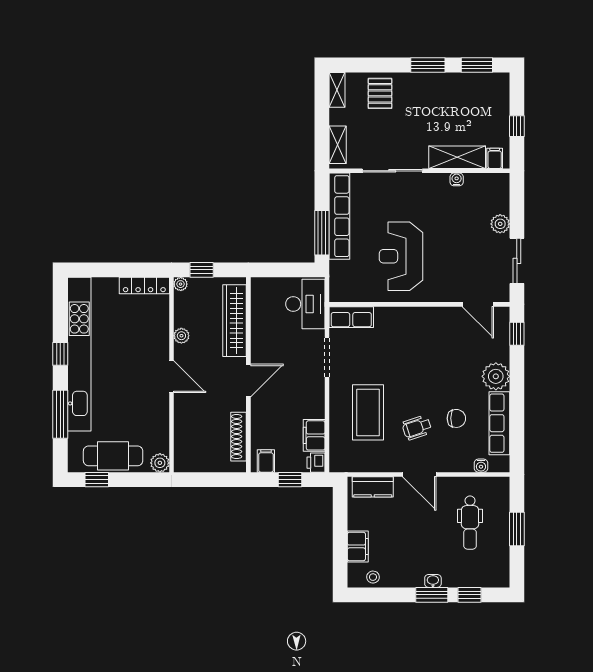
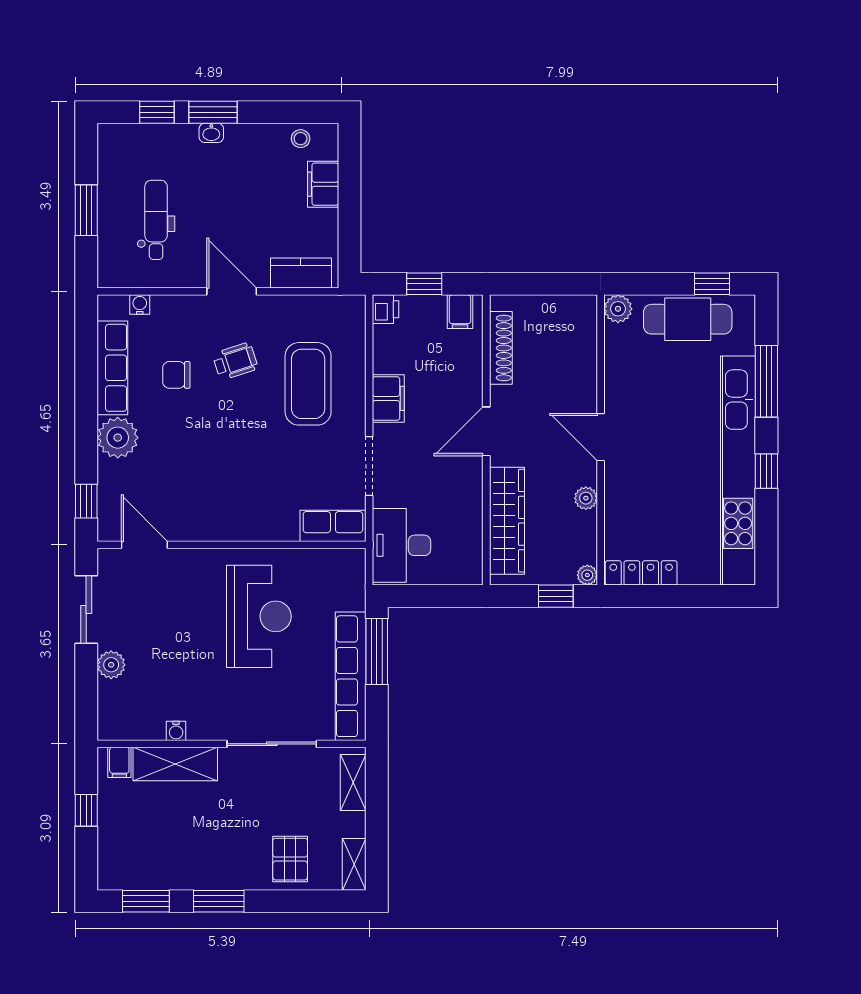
filing cabinet: (314, 435) -> (388, 398), moved

